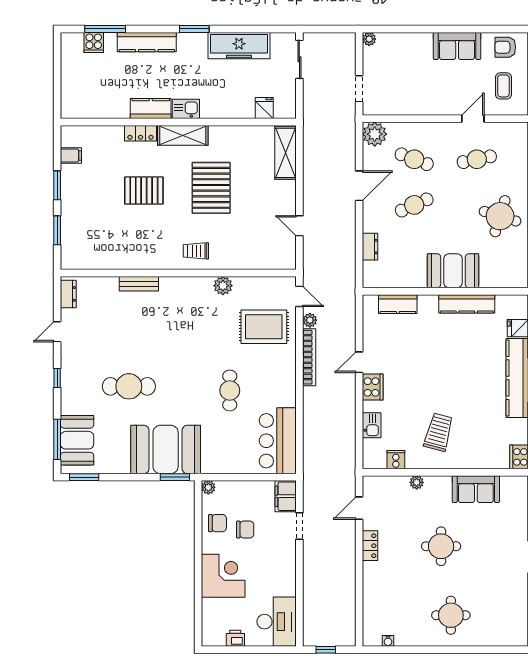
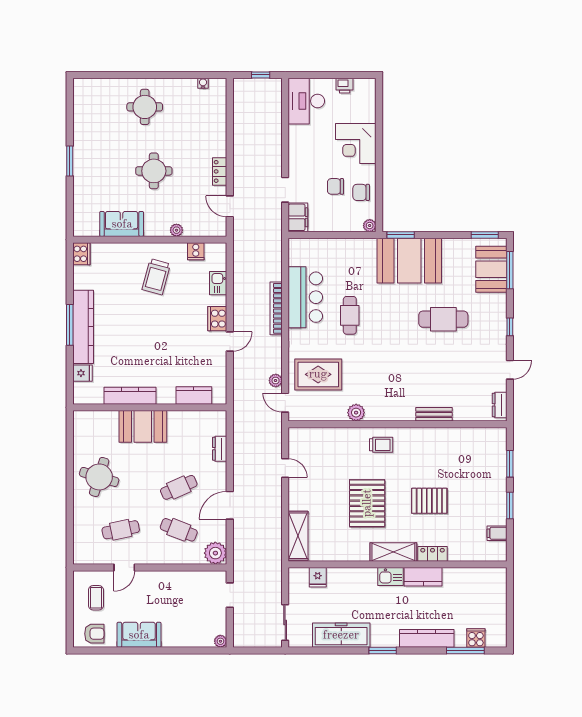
bookcase: (309, 357) -> (276, 308), moved
bar counter: (278, 441) -> (305, 297), moved
door: (359, 508) -> (230, 206), swing flipped

